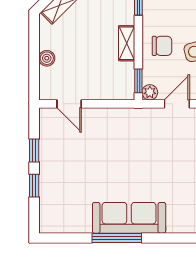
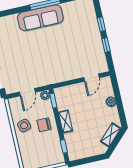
door: (69, 104) -> (91, 78), swing flipped

